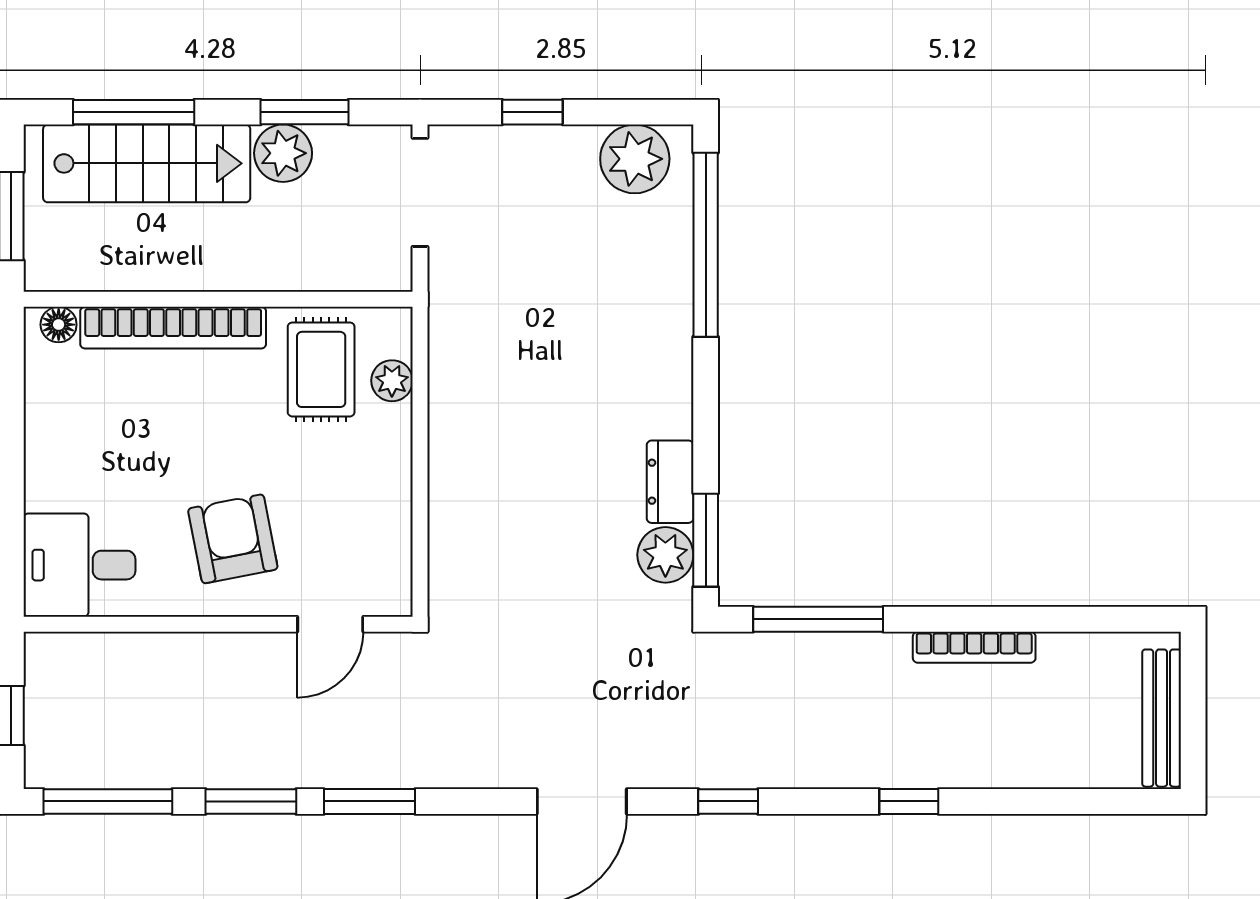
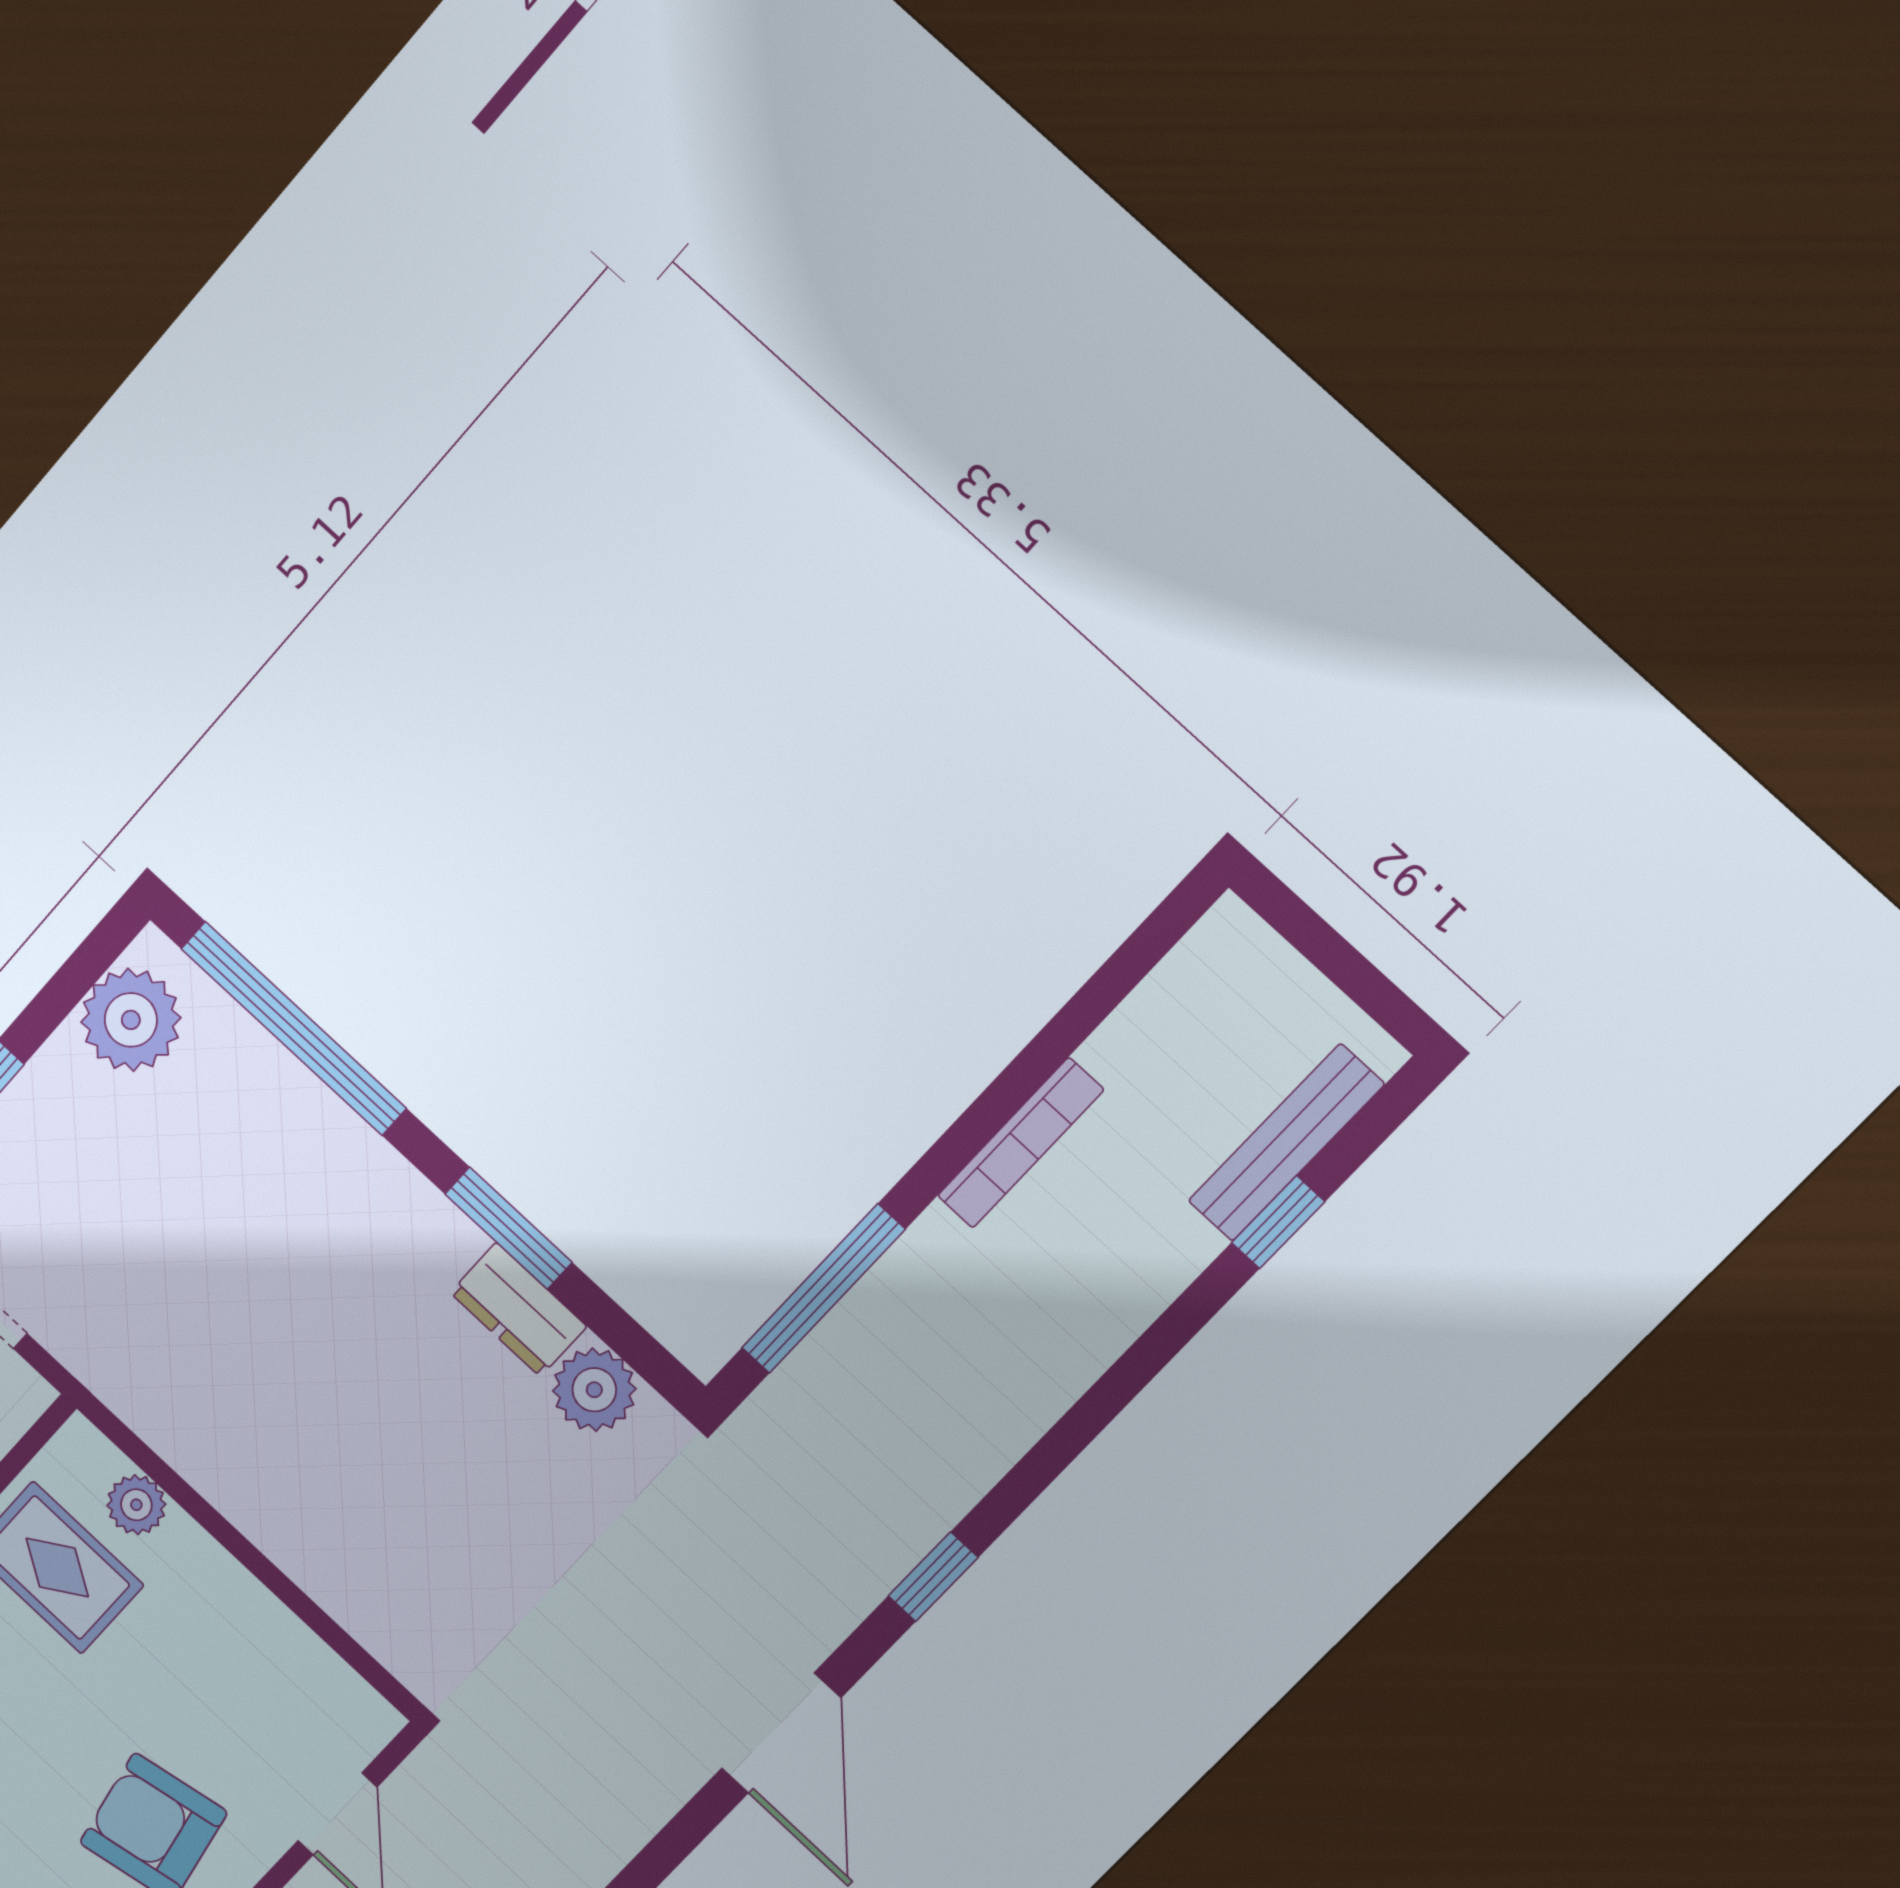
window: (706, 540) -> (508, 1228), moved
bench: (1162, 718) -> (1286, 1143), moved, turned 90
window: (909, 801) -> (1278, 1222), moved

